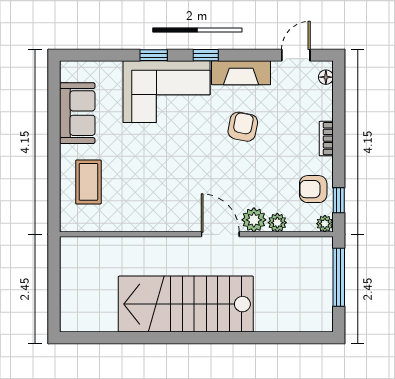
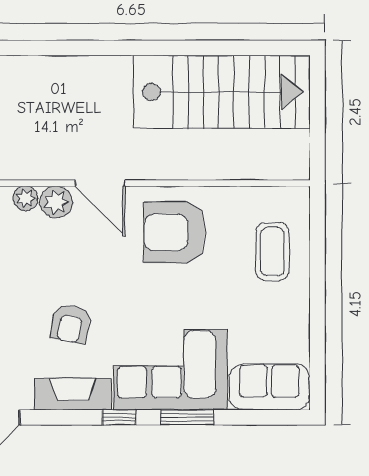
window: (154, 55) -> (187, 417), width x1.50
sofa: (77, 113) -> (269, 387), moved, turned 90
armchair: (163, 197) -> (174, 232), added
stairs: (186, 304) -> (222, 92), moved

